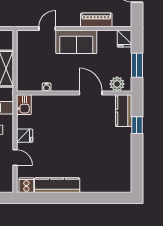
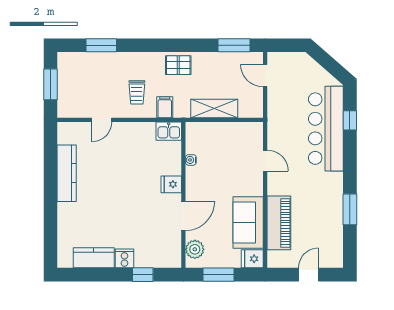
piano: (96, 20) -> (279, 223), width x1.37, depth x1.33
sofa: (76, 42) -> (248, 222), moved
kitchen counter: (124, 111) -> (94, 258), moved
fridge: (25, 136) -> (171, 184), moved, turned 90
cooker: (26, 185) -> (124, 258), moved, turned -90

